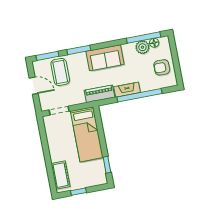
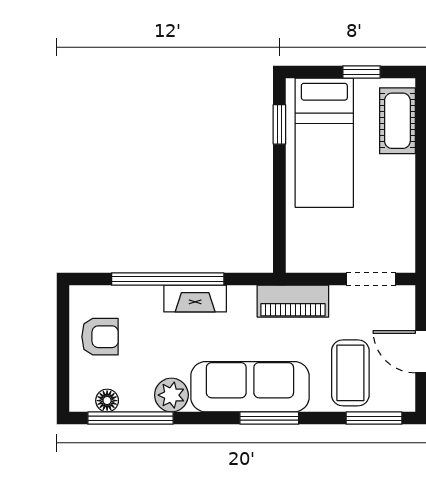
plant: (142, 47) -> (171, 395), moved
window: (79, 50) -> (269, 418), moved
sofa: (105, 58) -> (250, 387), width x1.36
piano: (99, 94) -> (293, 301), moved
bed: (87, 134) -> (324, 143), moved, turned 180

